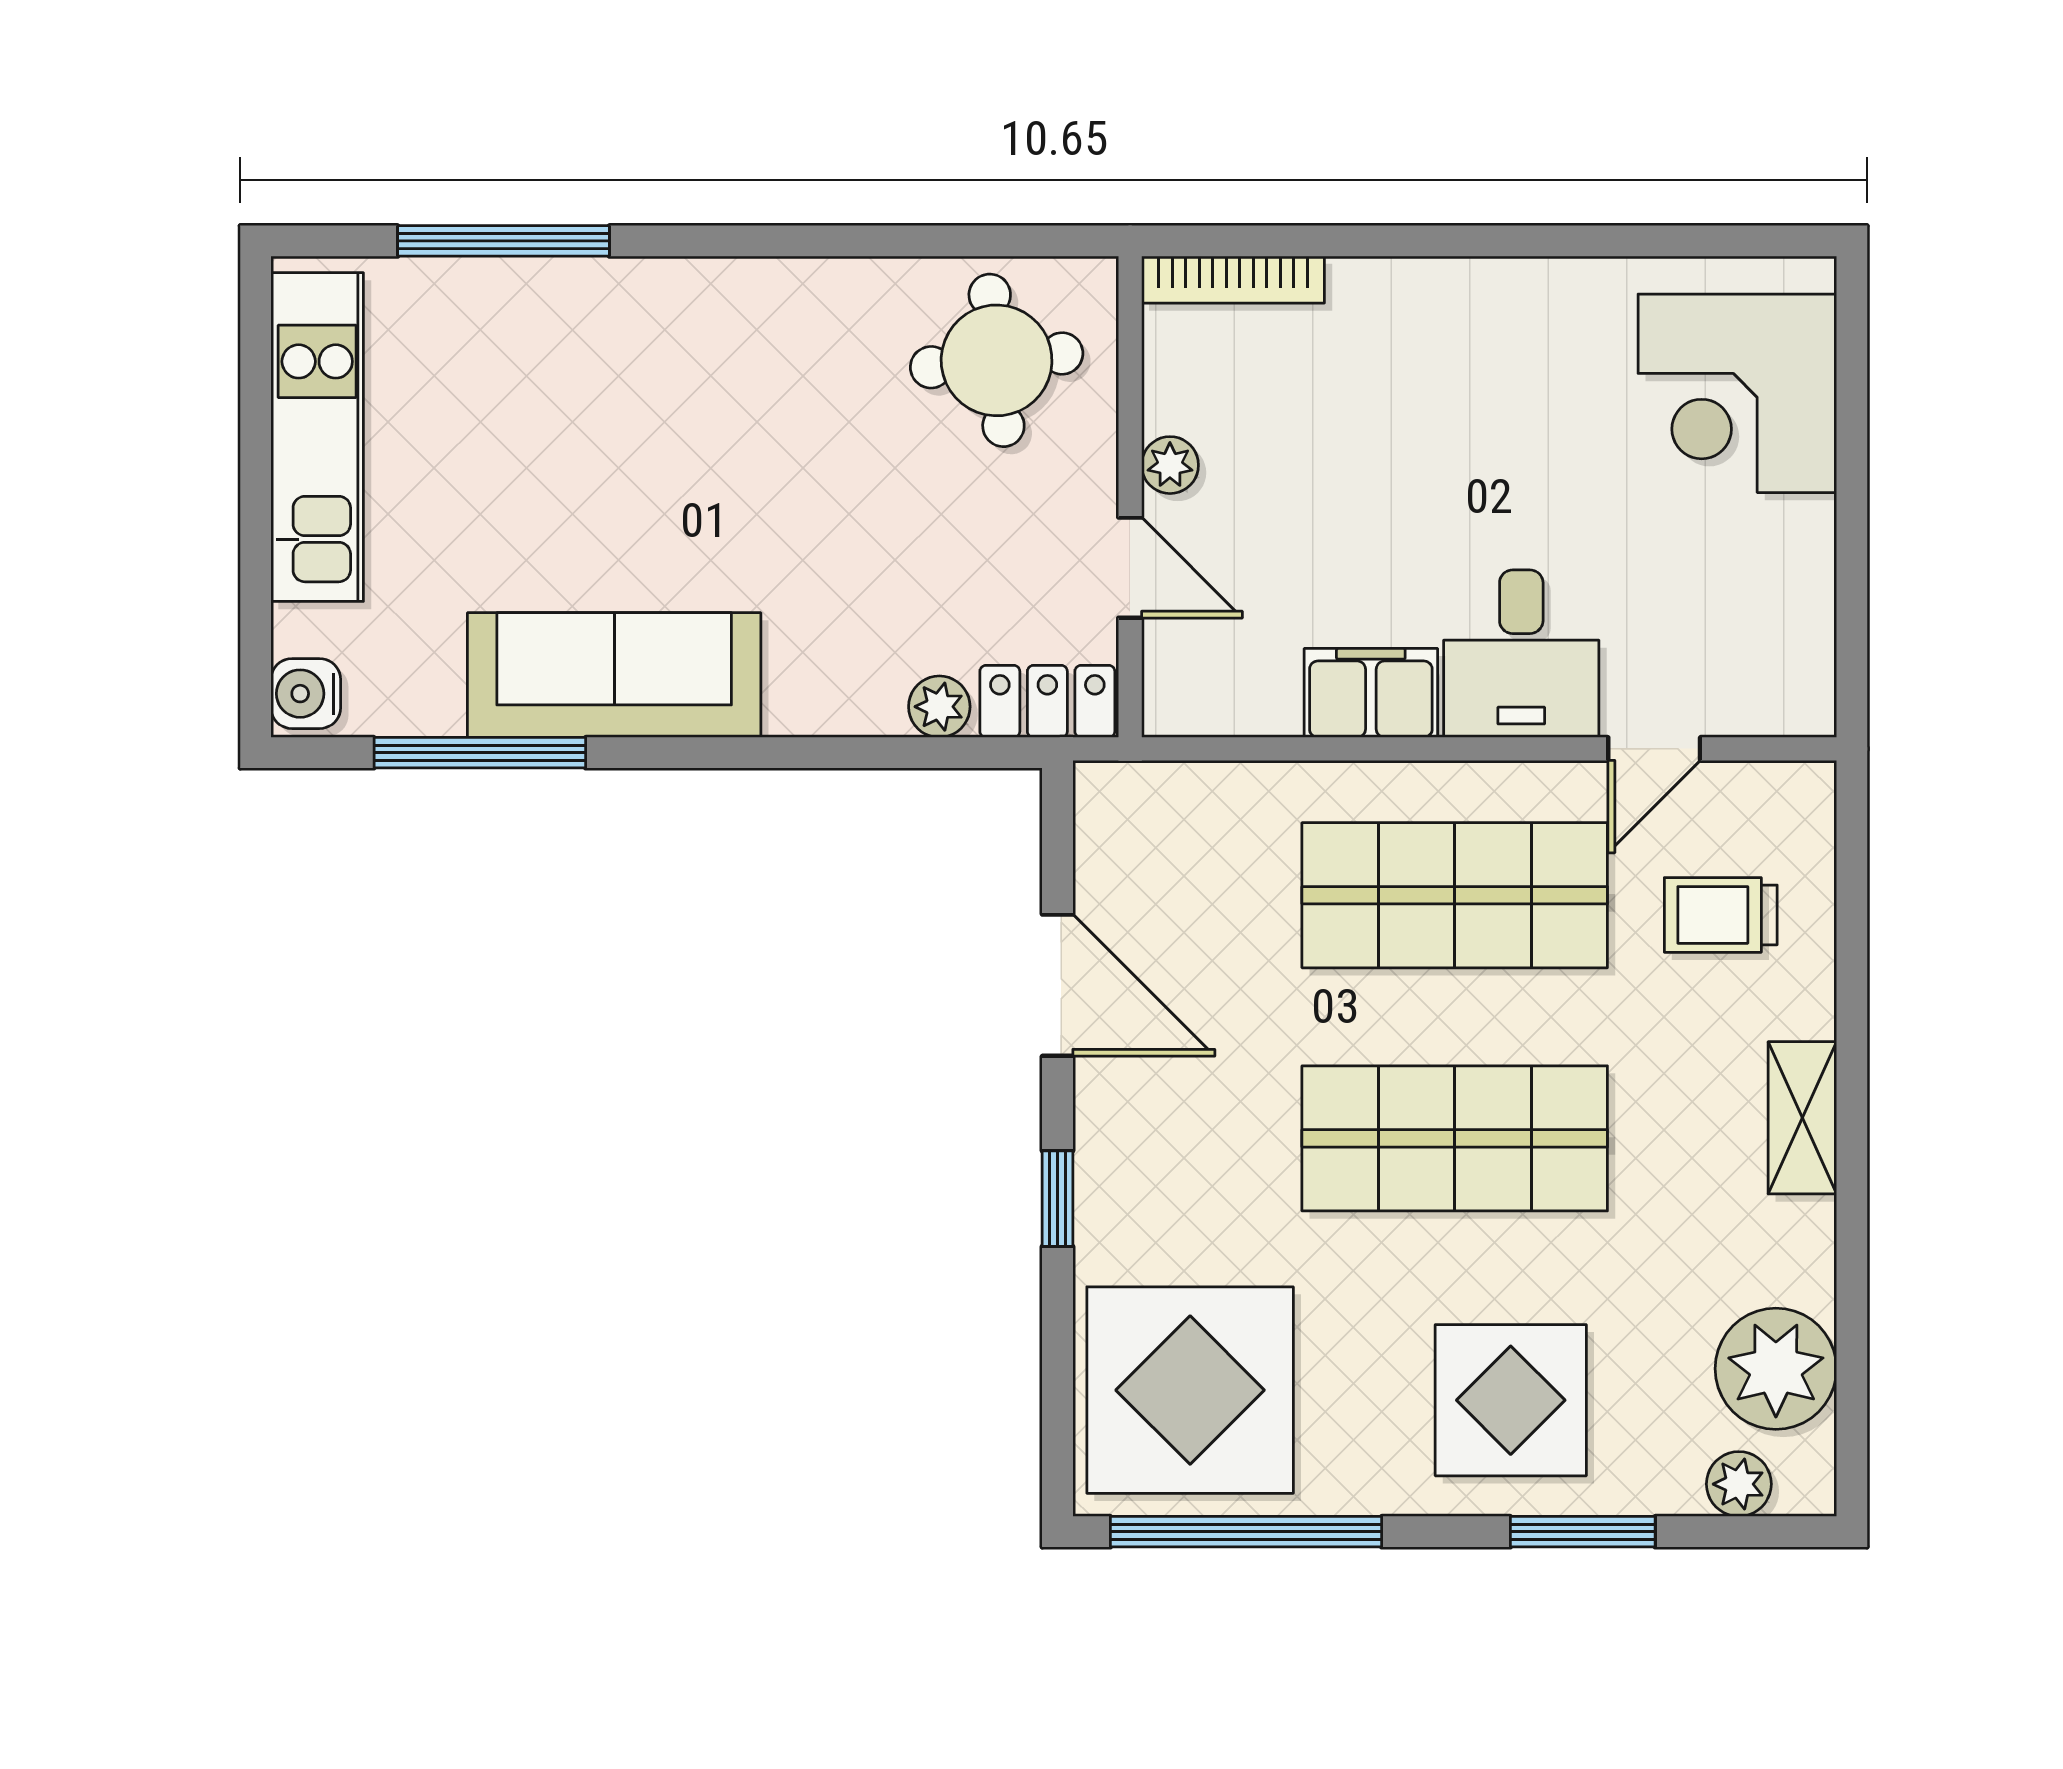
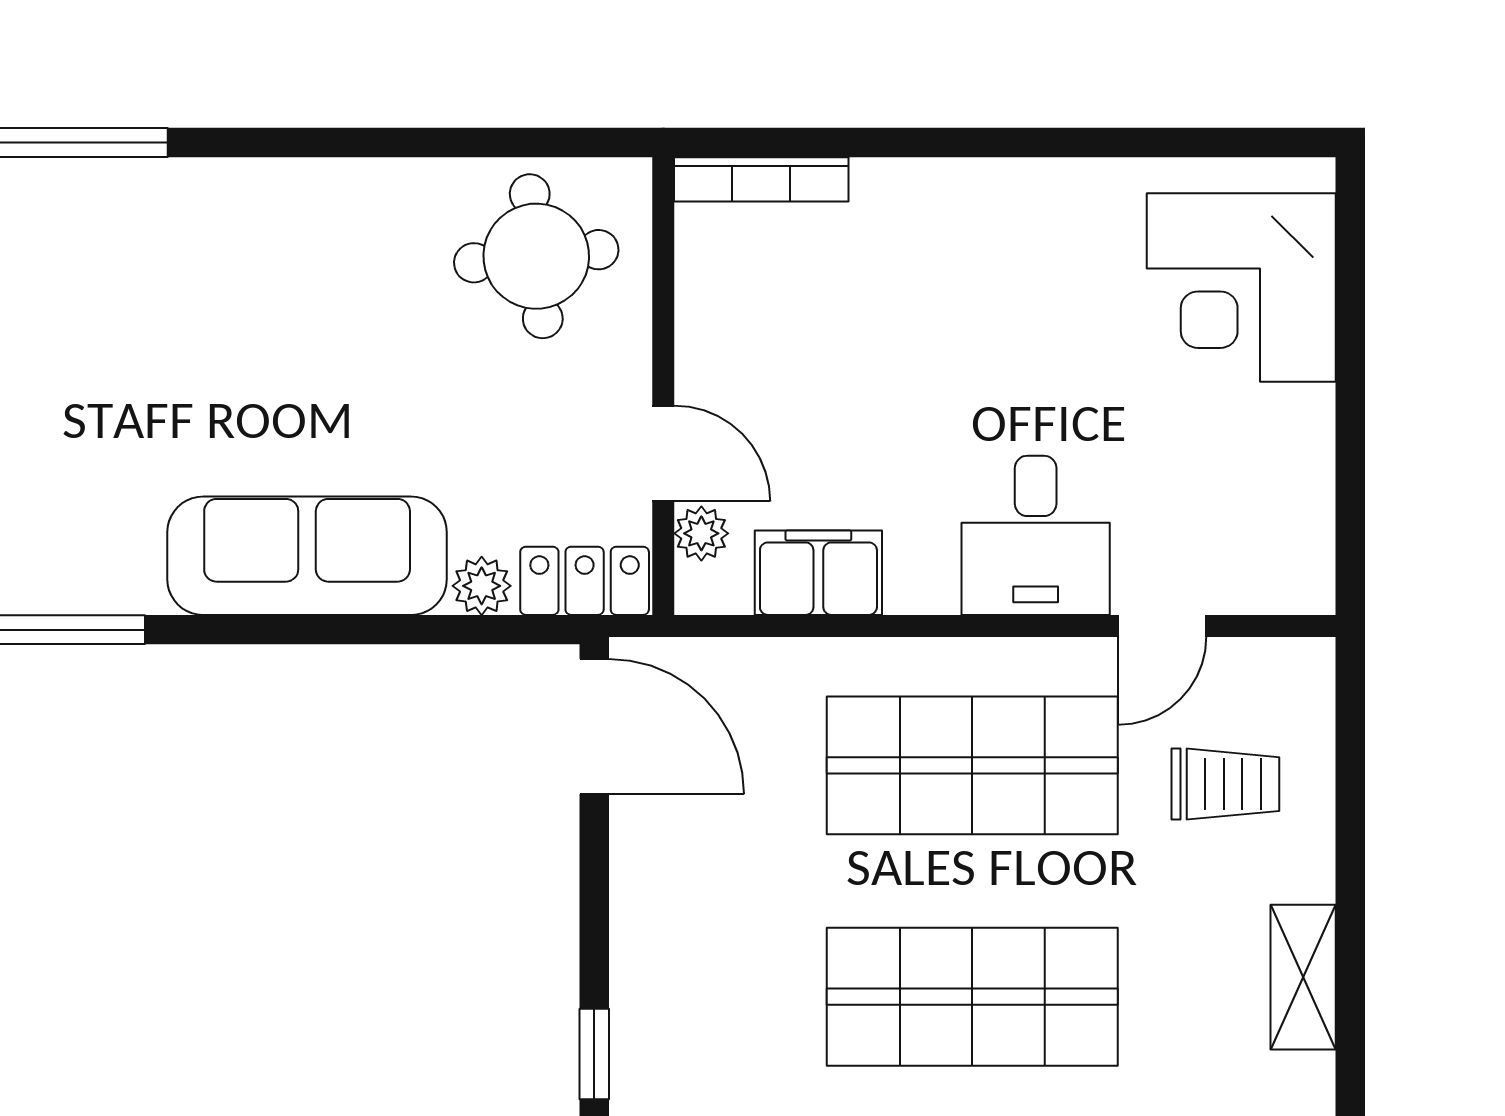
plant: (1170, 465) -> (701, 533), moved
sofa: (614, 675) -> (307, 556), moved
filing cabinet: (1371, 693) -> (818, 573), moved
trolley: (1721, 915) -> (1225, 784), turned 180
door: (1058, 985) -> (594, 726), moved

